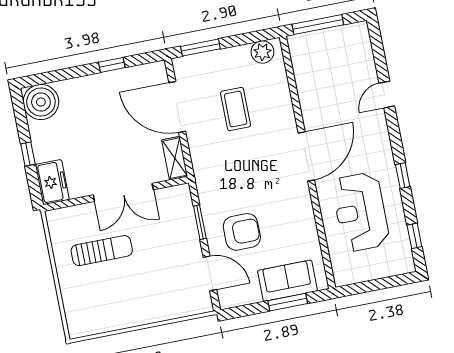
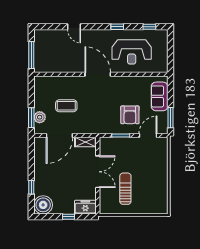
plant: (262, 52) -> (40, 117), moved
window: (112, 65) -> (31, 187), moved
armchair: (242, 232) -> (130, 115), turned 180
window: (288, 302) -> (171, 118), moved

